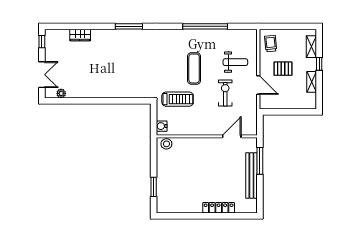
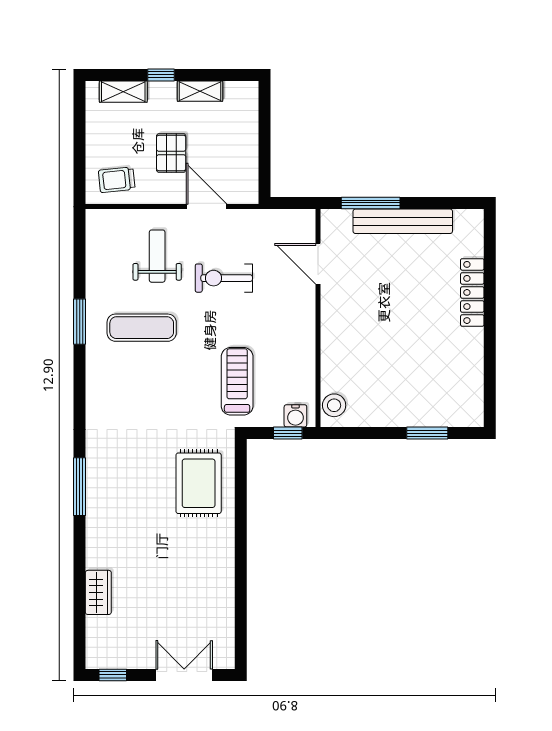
window: (205, 26) -> (80, 322), width x0.47
exercise mat: (194, 68) -> (142, 328), moved
rug: (130, 81) -> (199, 483), added
door: (258, 85) -> (207, 207), hinge flipped
plant: (61, 93) -> (225, 633), removed
window: (154, 122) -> (288, 433), added

